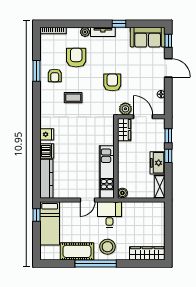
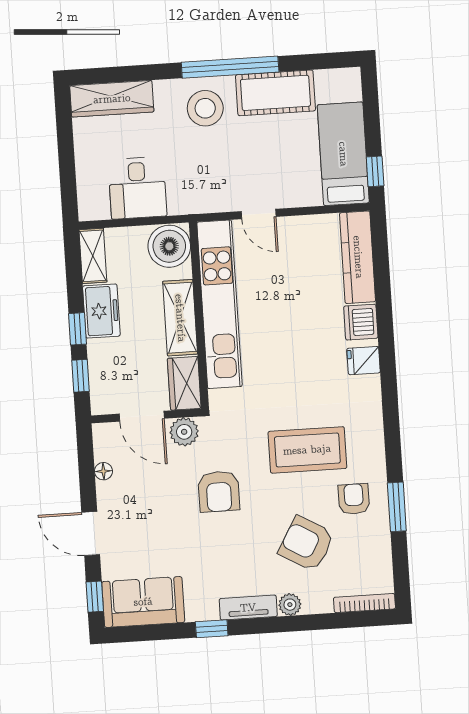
armchair: (76, 58) -> (306, 544), turned 120
coffee table: (73, 98) -> (307, 450), width x1.86, depth x1.72
shelving: (124, 158) -> (180, 318), added
kitchen unit: (107, 172) -> (219, 304), width x1.36
boiler: (122, 193) -> (169, 246), width x1.86, depth x1.86
door: (88, 200) -> (259, 214), swing flipped
desk: (109, 215) -> (137, 188), moved

